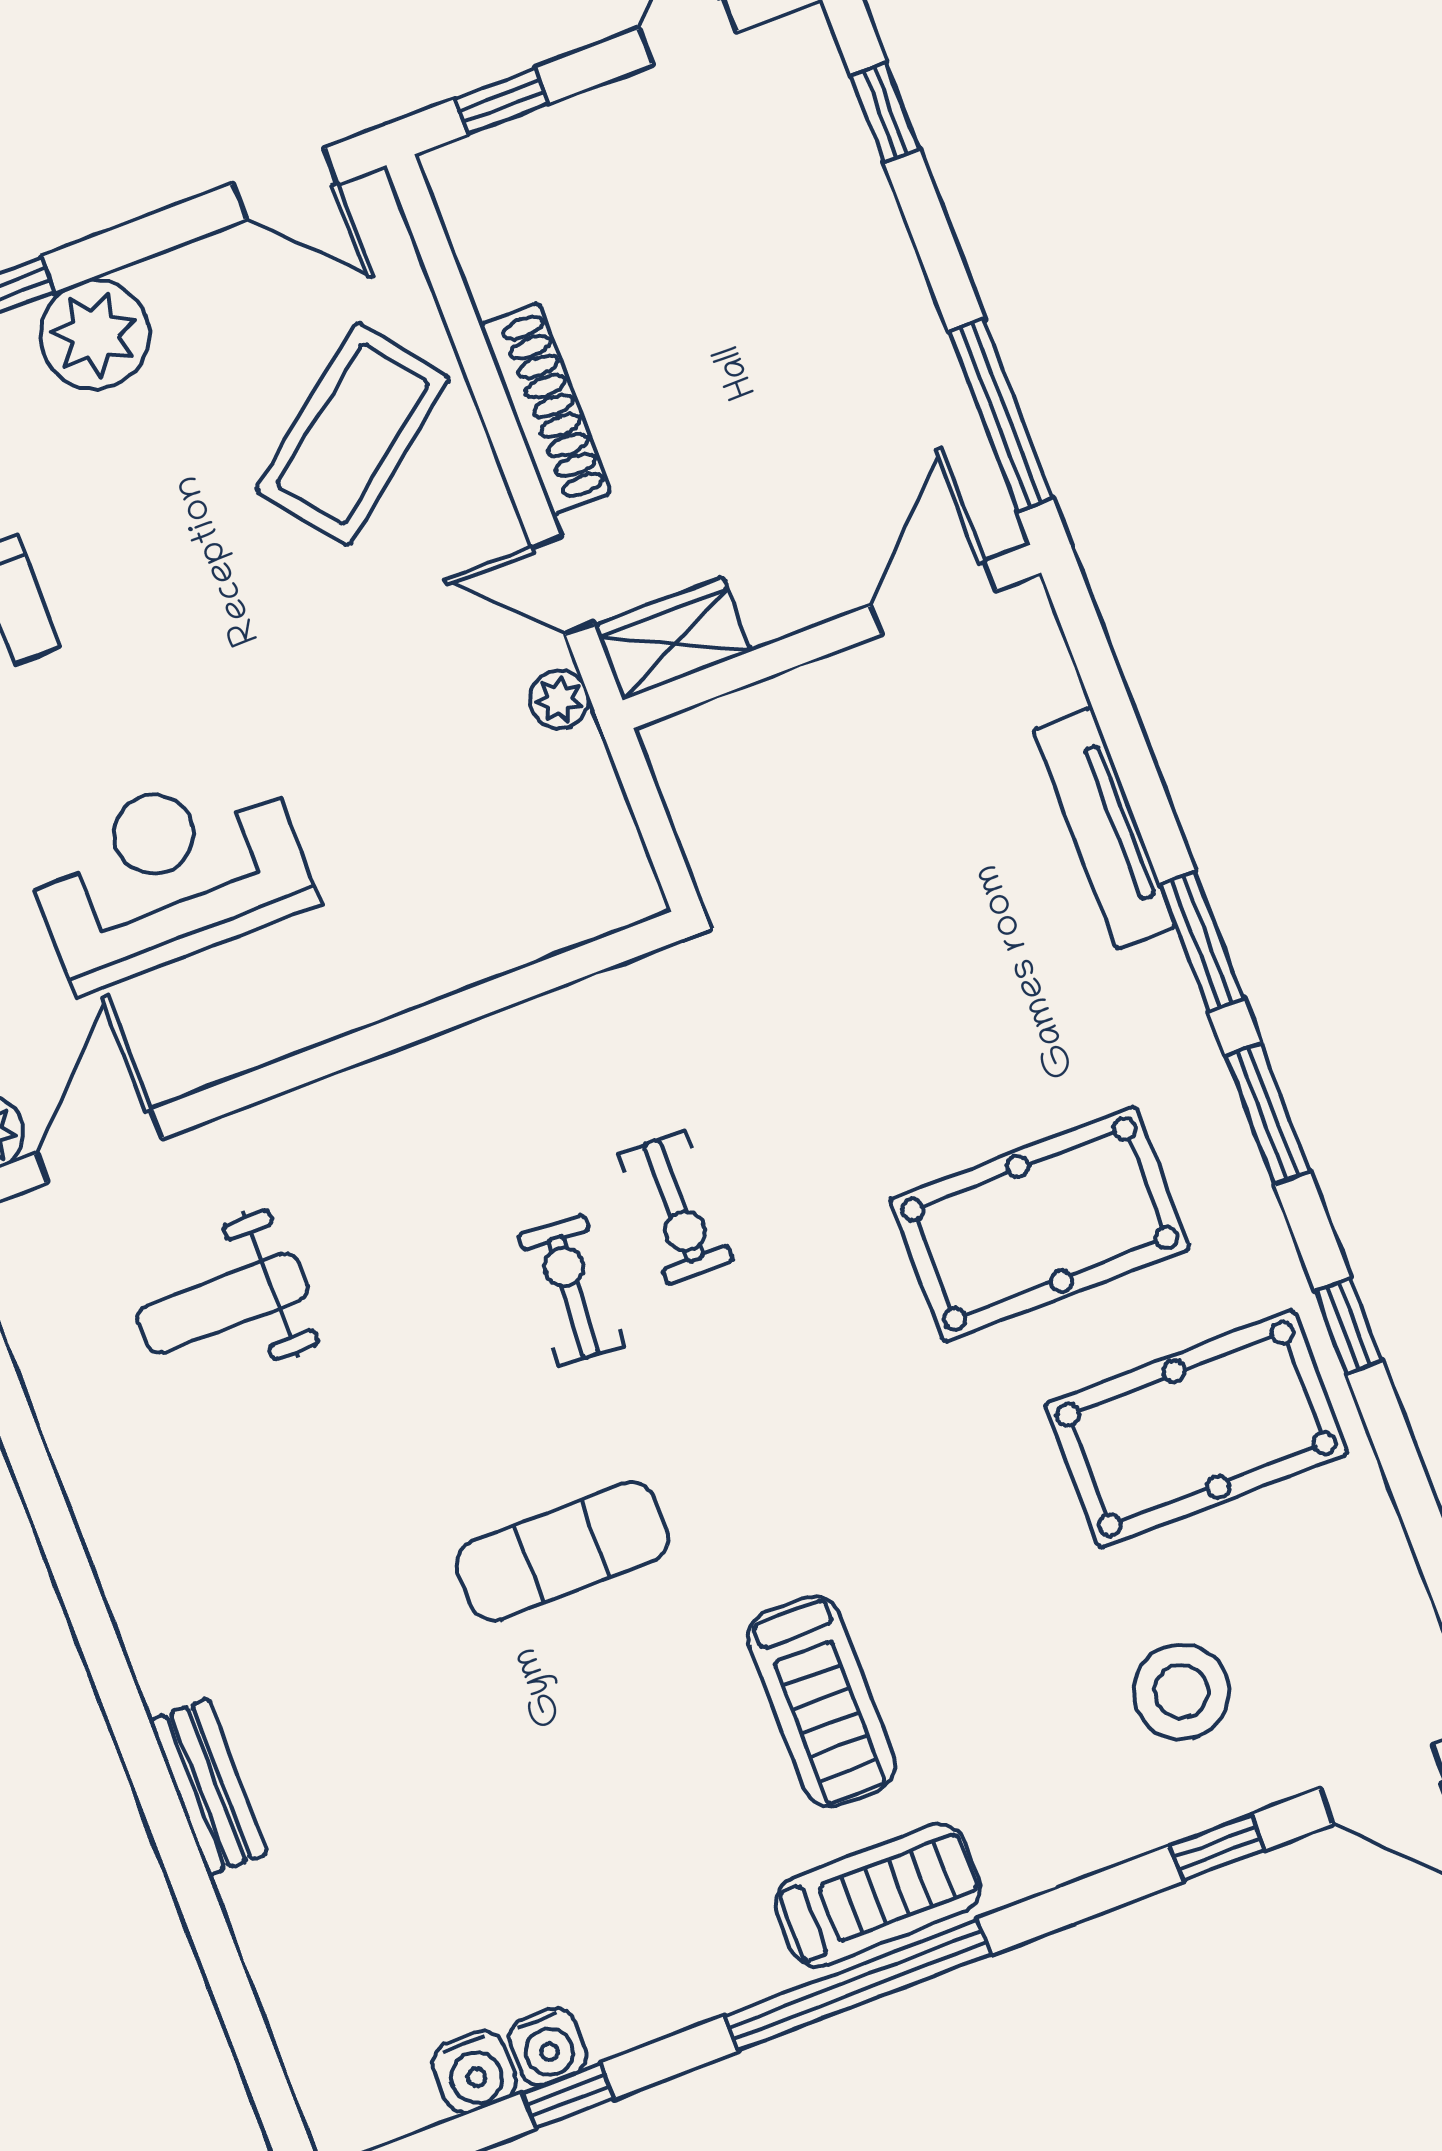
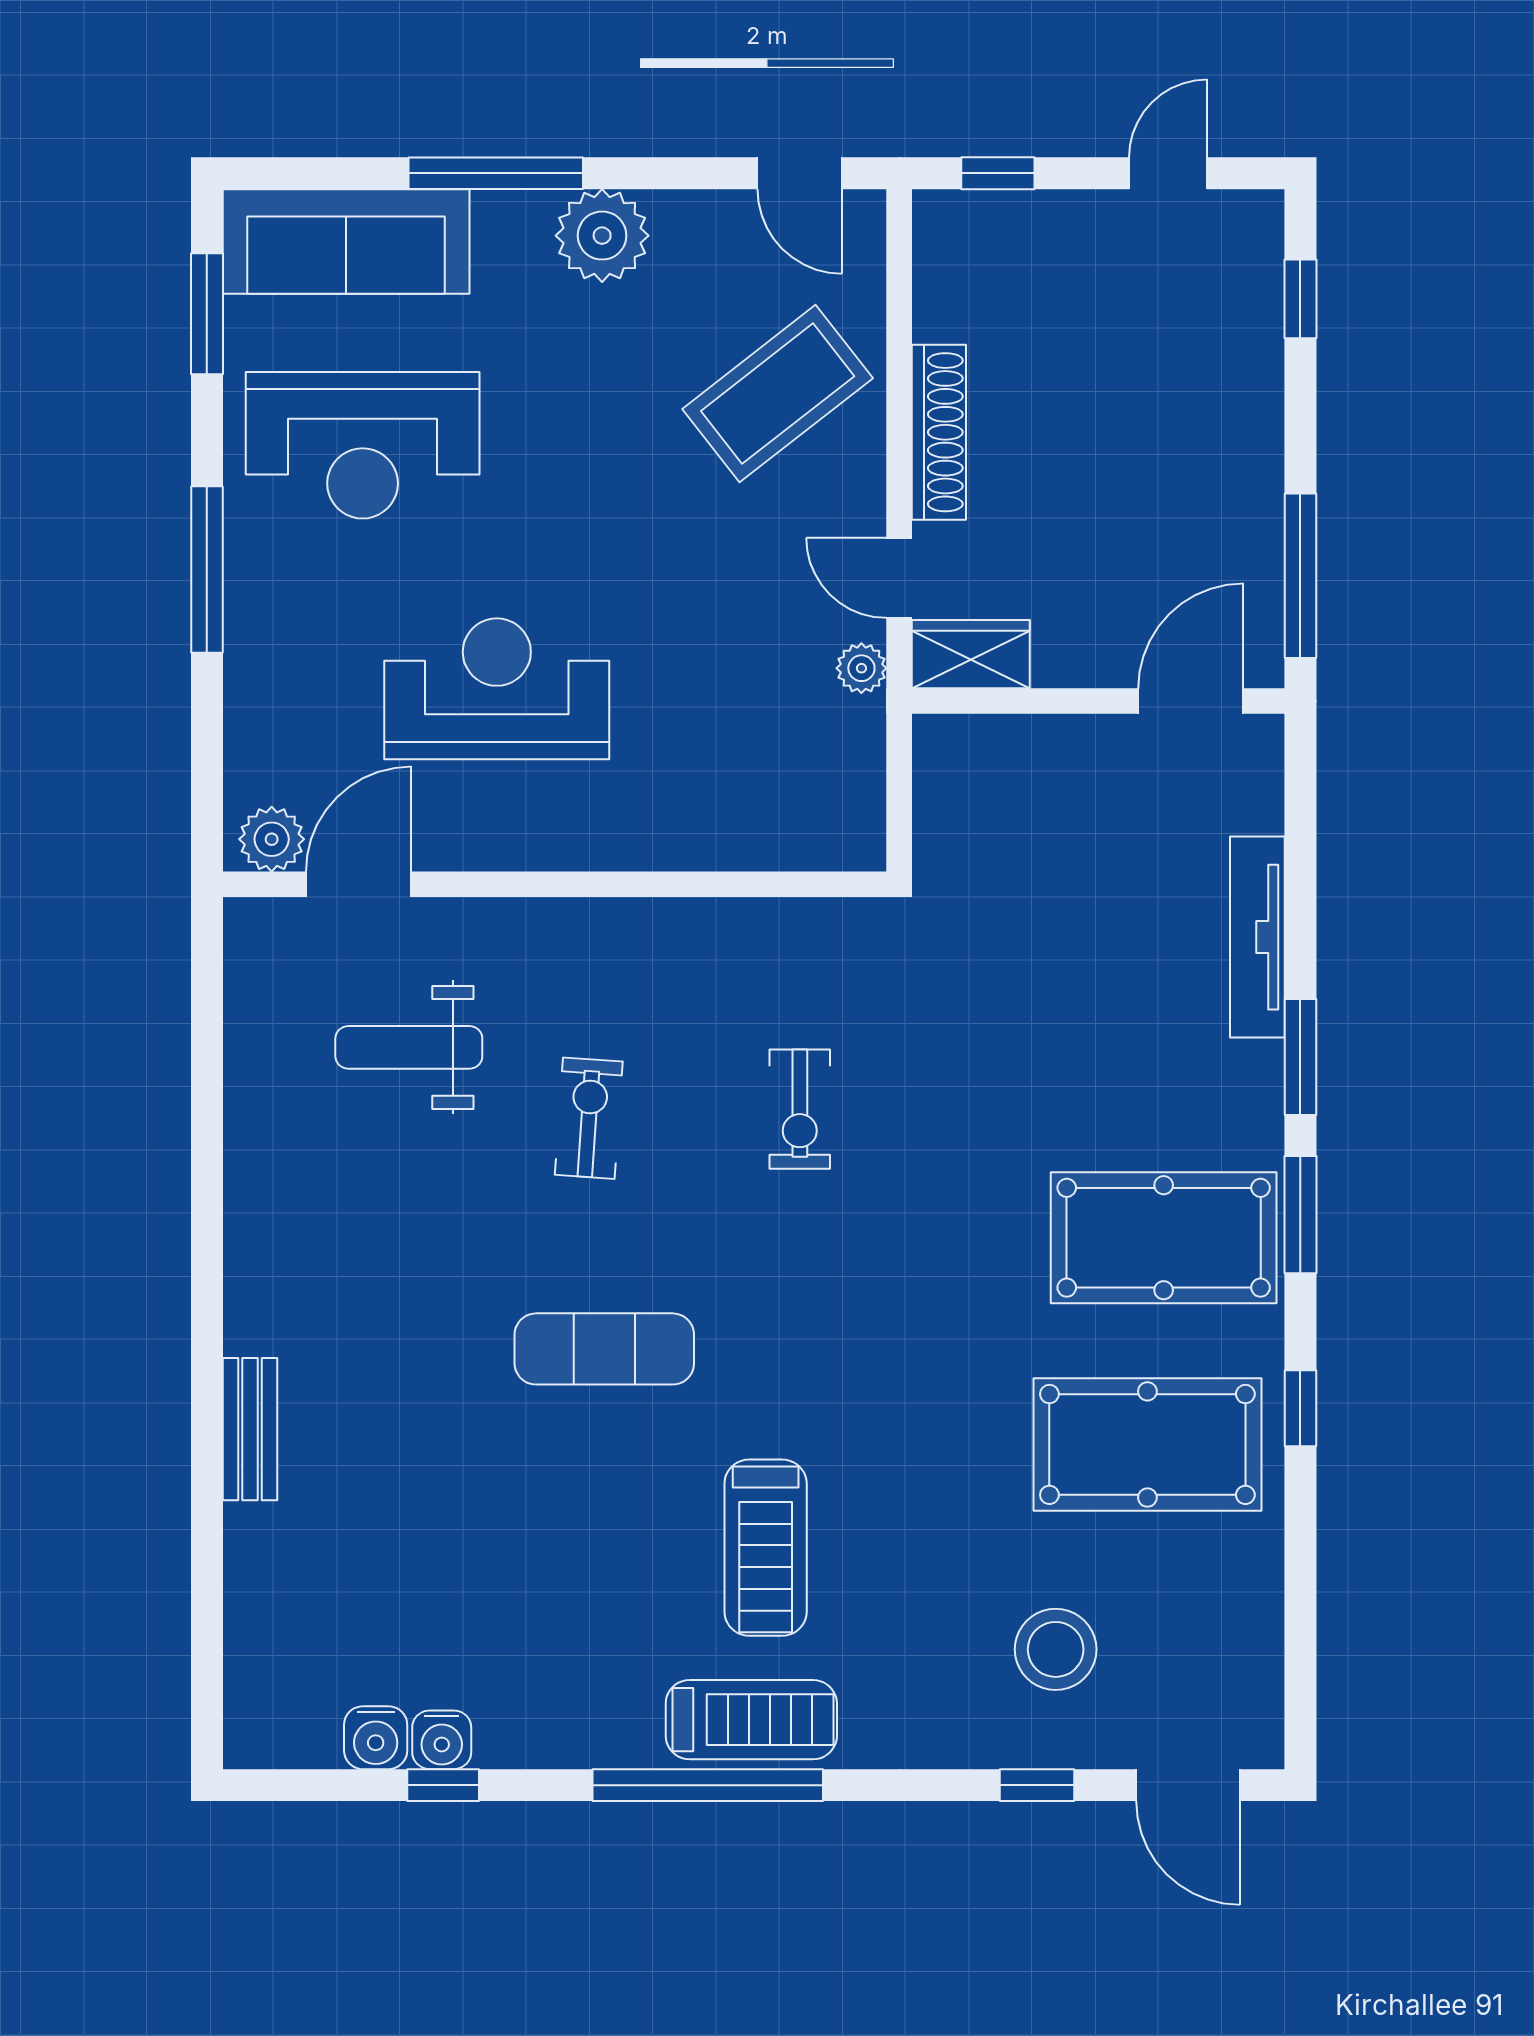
pool table: (1040, 1224) -> (1164, 1238), moved
exercise bike: (571, 1291) -> (589, 1118), moved

